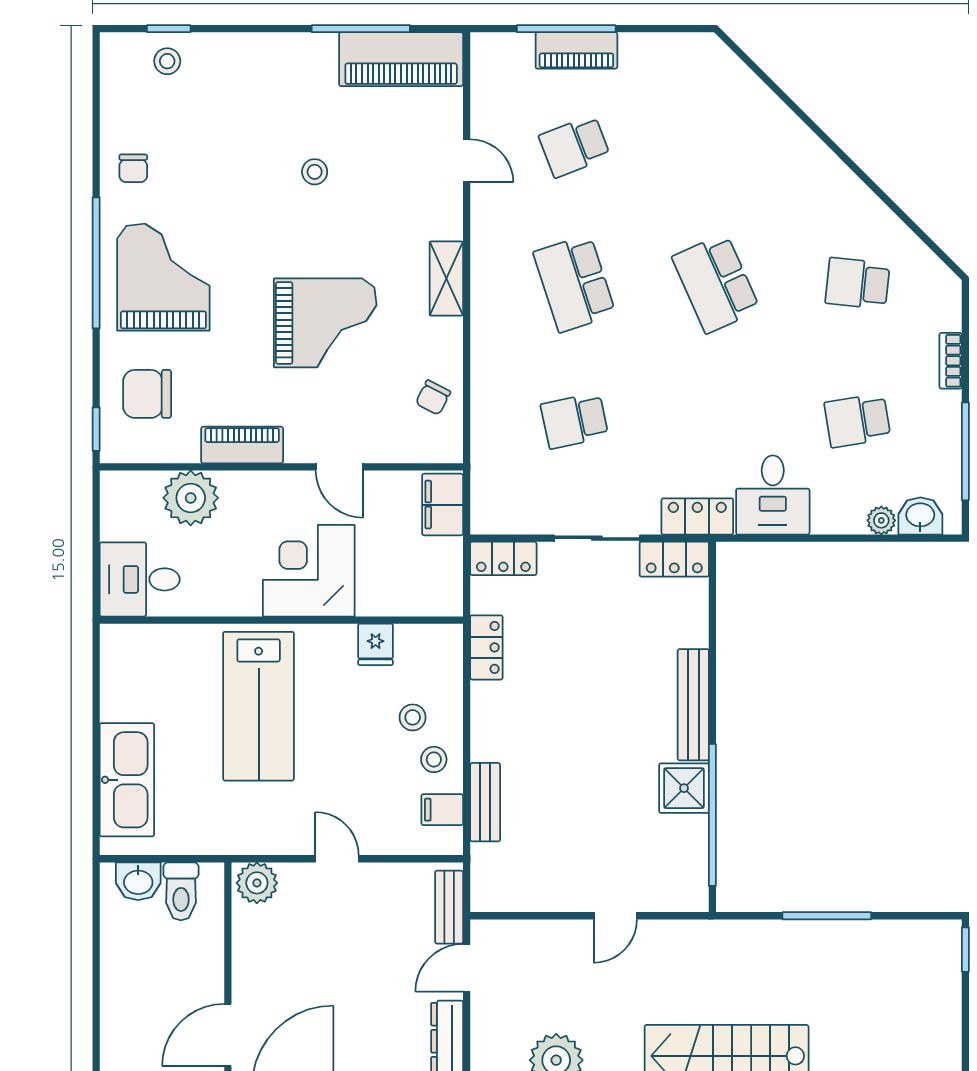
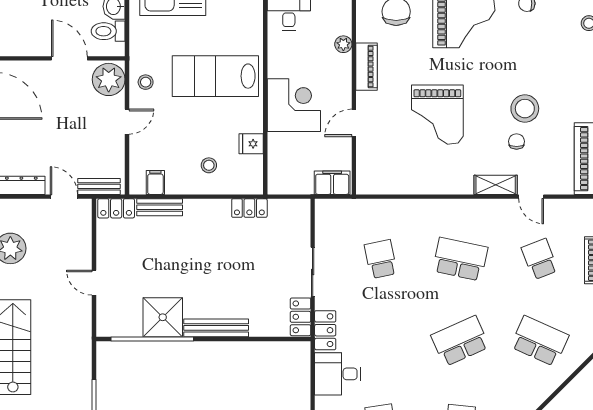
school desk: (716, 146) -> (540, 341), added
door: (467, 161) -> (531, 197), hinge flipped
stool: (315, 172) -> (525, 109), width x1.89, depth x1.89
shelving: (446, 279) -> (496, 185), moved
school desk: (575, 283) -> (460, 259), turned 30
chair: (433, 398) -> (517, 141), moved, turned 63
plant: (191, 498) -> (343, 44), width x0.53, depth x0.53
locker: (503, 558) -> (116, 208), moved, turned -90
stool: (434, 759) -> (146, 82), moved
shower: (684, 788) -> (163, 317), width x1.36, depth x1.36
plant: (257, 883) -> (109, 79), width x1.36, depth x1.36
door: (228, 1035) -> (69, 58), moved

